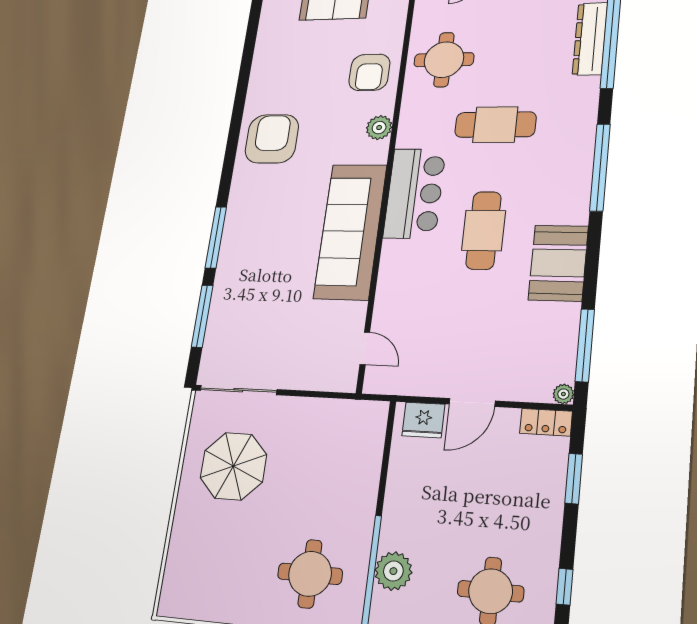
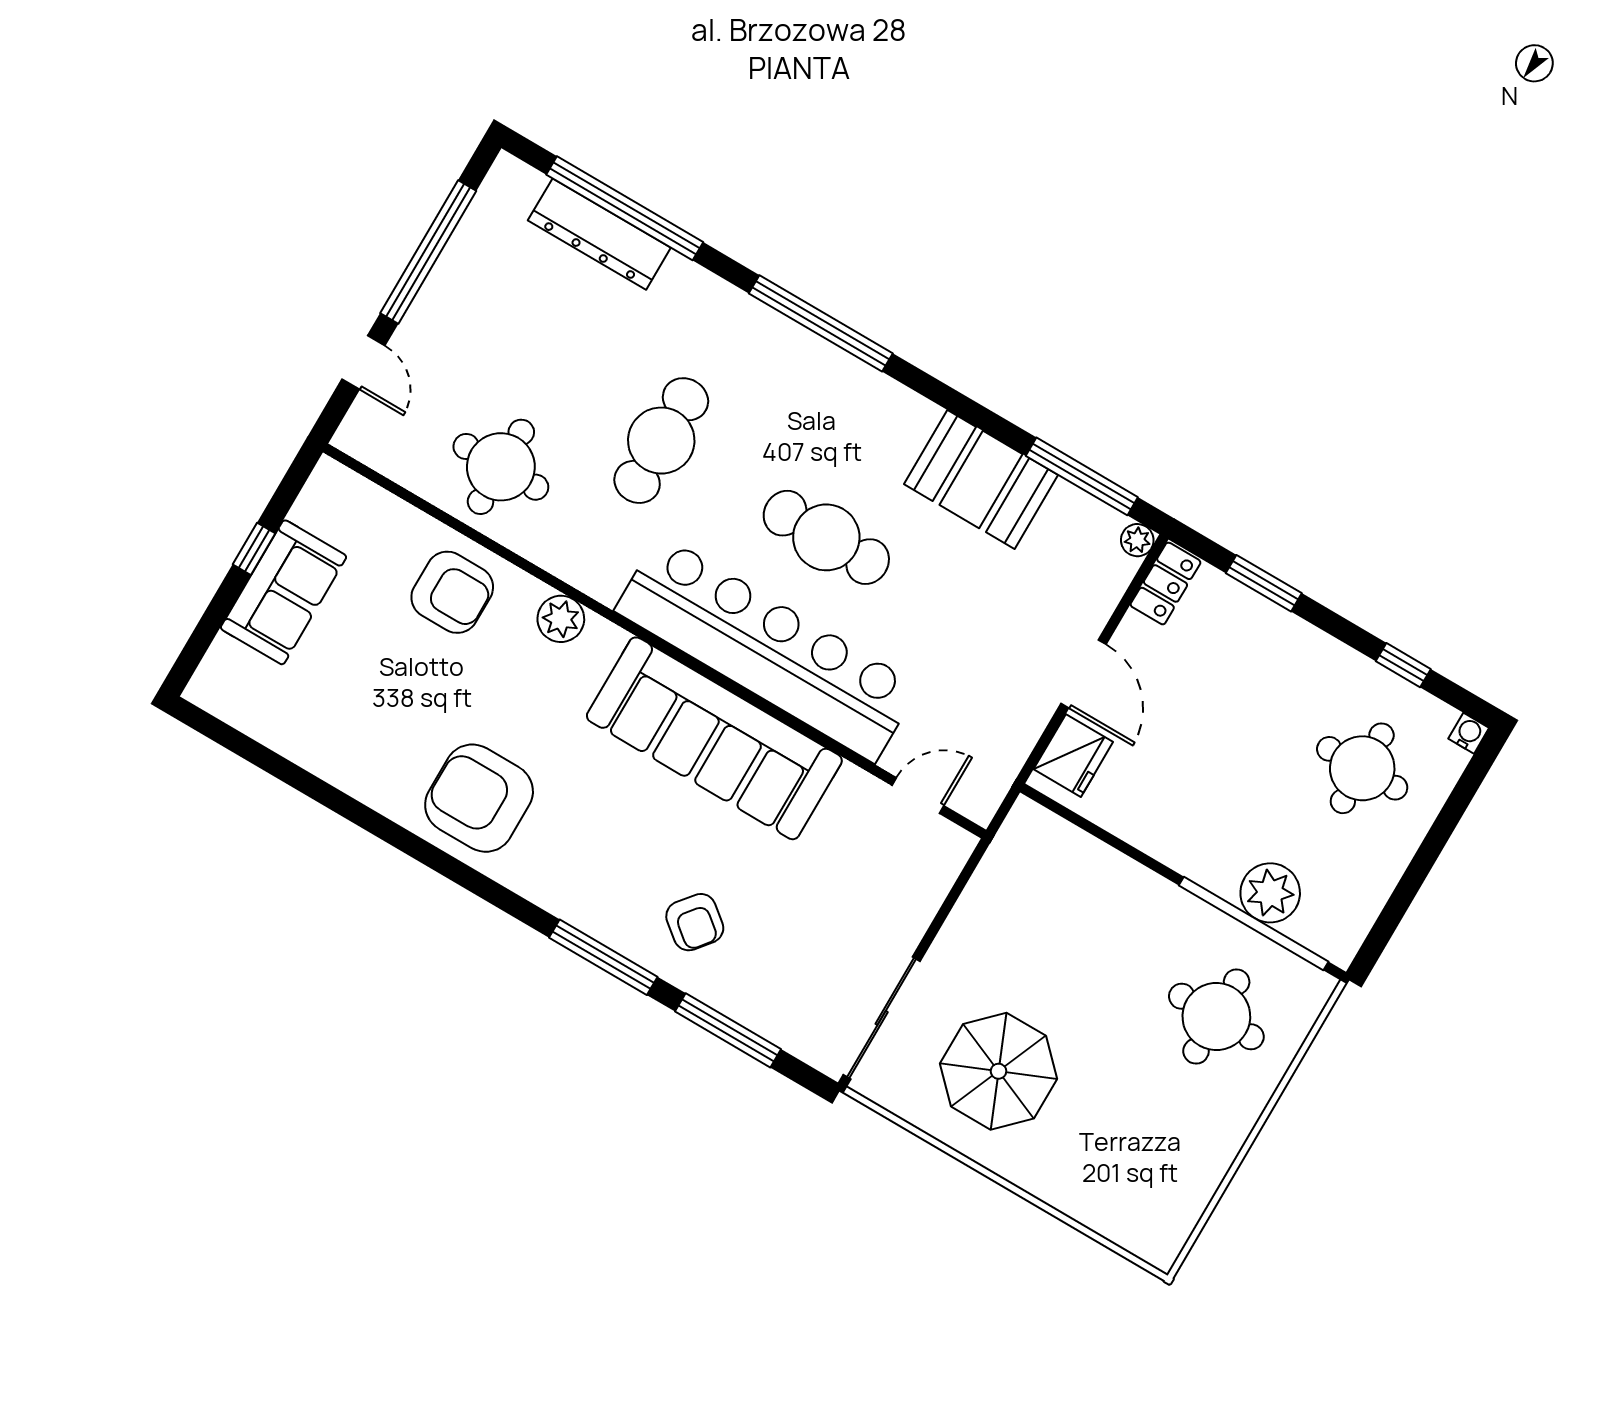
bar counter: (415, 193) -> (767, 648), width x1.86
booth: (558, 263) -> (981, 480), moved
armchair: (251, 271) -> (695, 922), added

